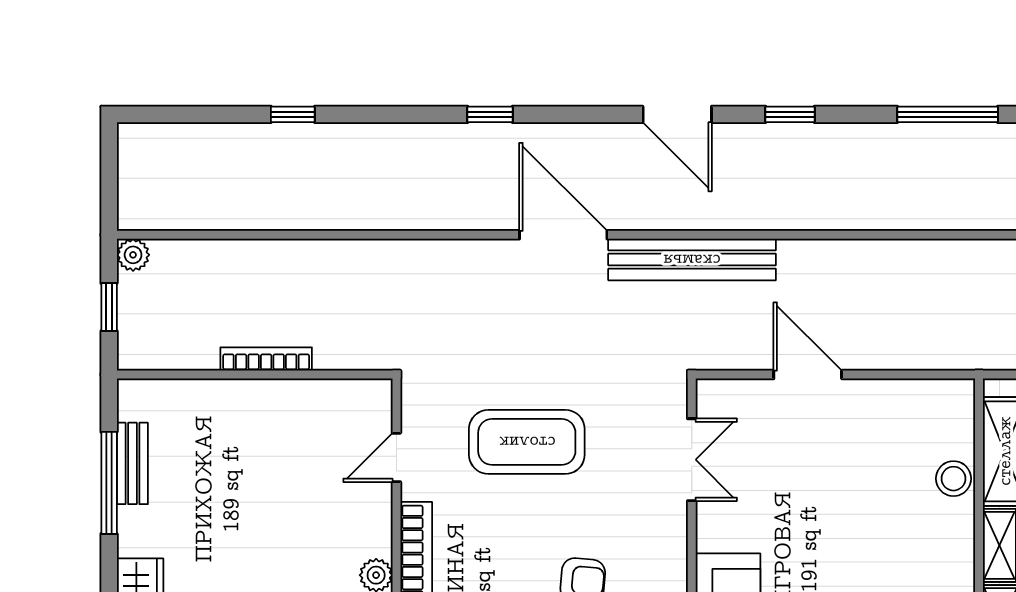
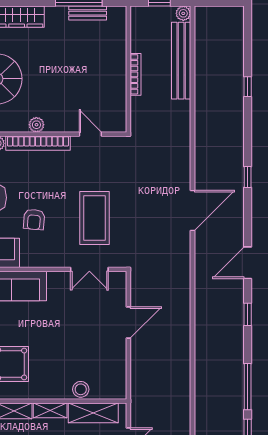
bench: (692, 260) -> (181, 61), moved
coffee table: (527, 442) -> (94, 218), moved

